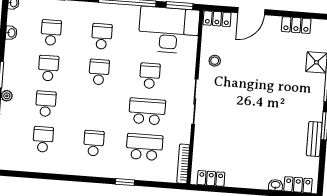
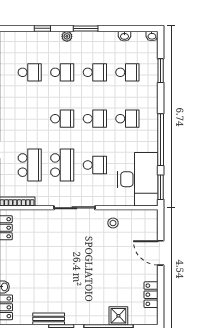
locker: (217, 19) -> (151, 222), removed
school desk: (94, 143) -> (62, 119), moved

